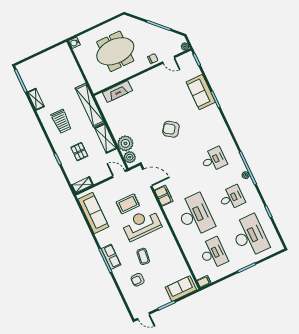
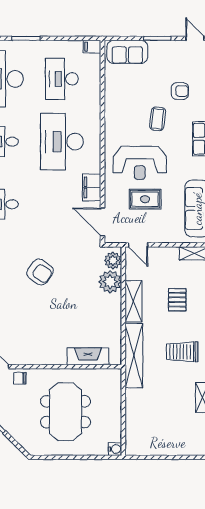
meeting table: (115, 51) -> (66, 412), turned 90
trolley: (61, 121) -> (182, 352), turned -90

